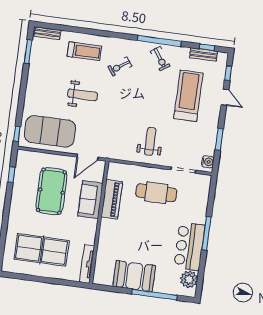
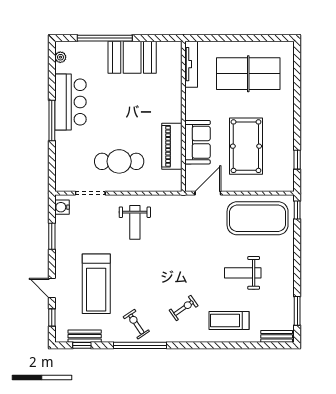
weight bench: (83, 95) -> (243, 273), moved
plant: (189, 279) -> (60, 57), width x0.53, depth x0.53

